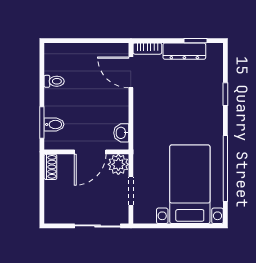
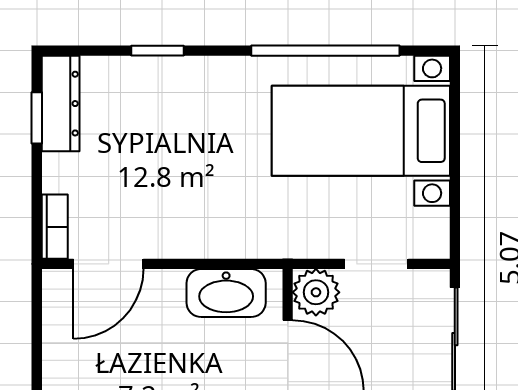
dresser: (184, 51) -> (61, 104), moved
washbasin: (121, 133) -> (226, 293), width x1.91, depth x1.45

